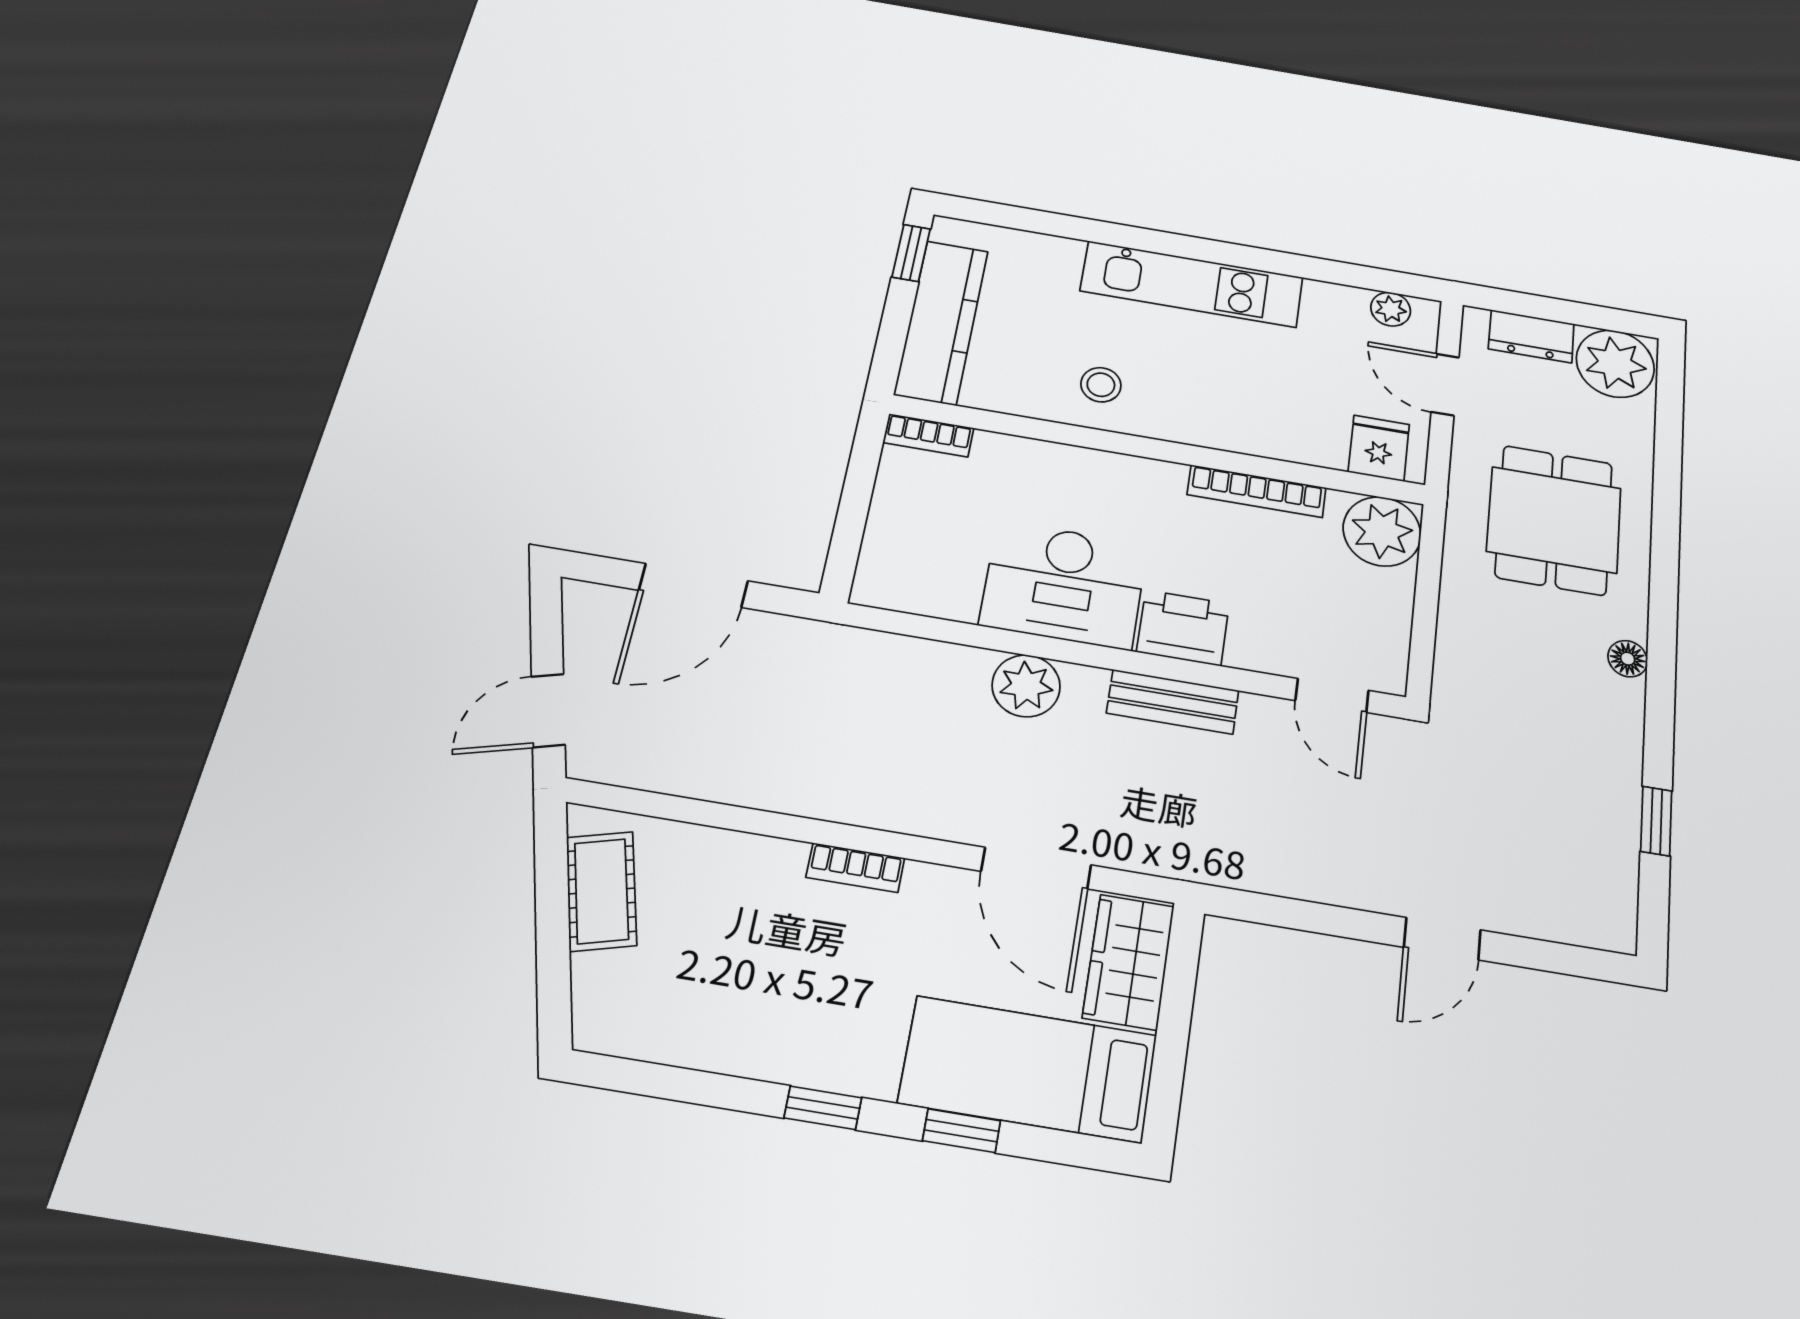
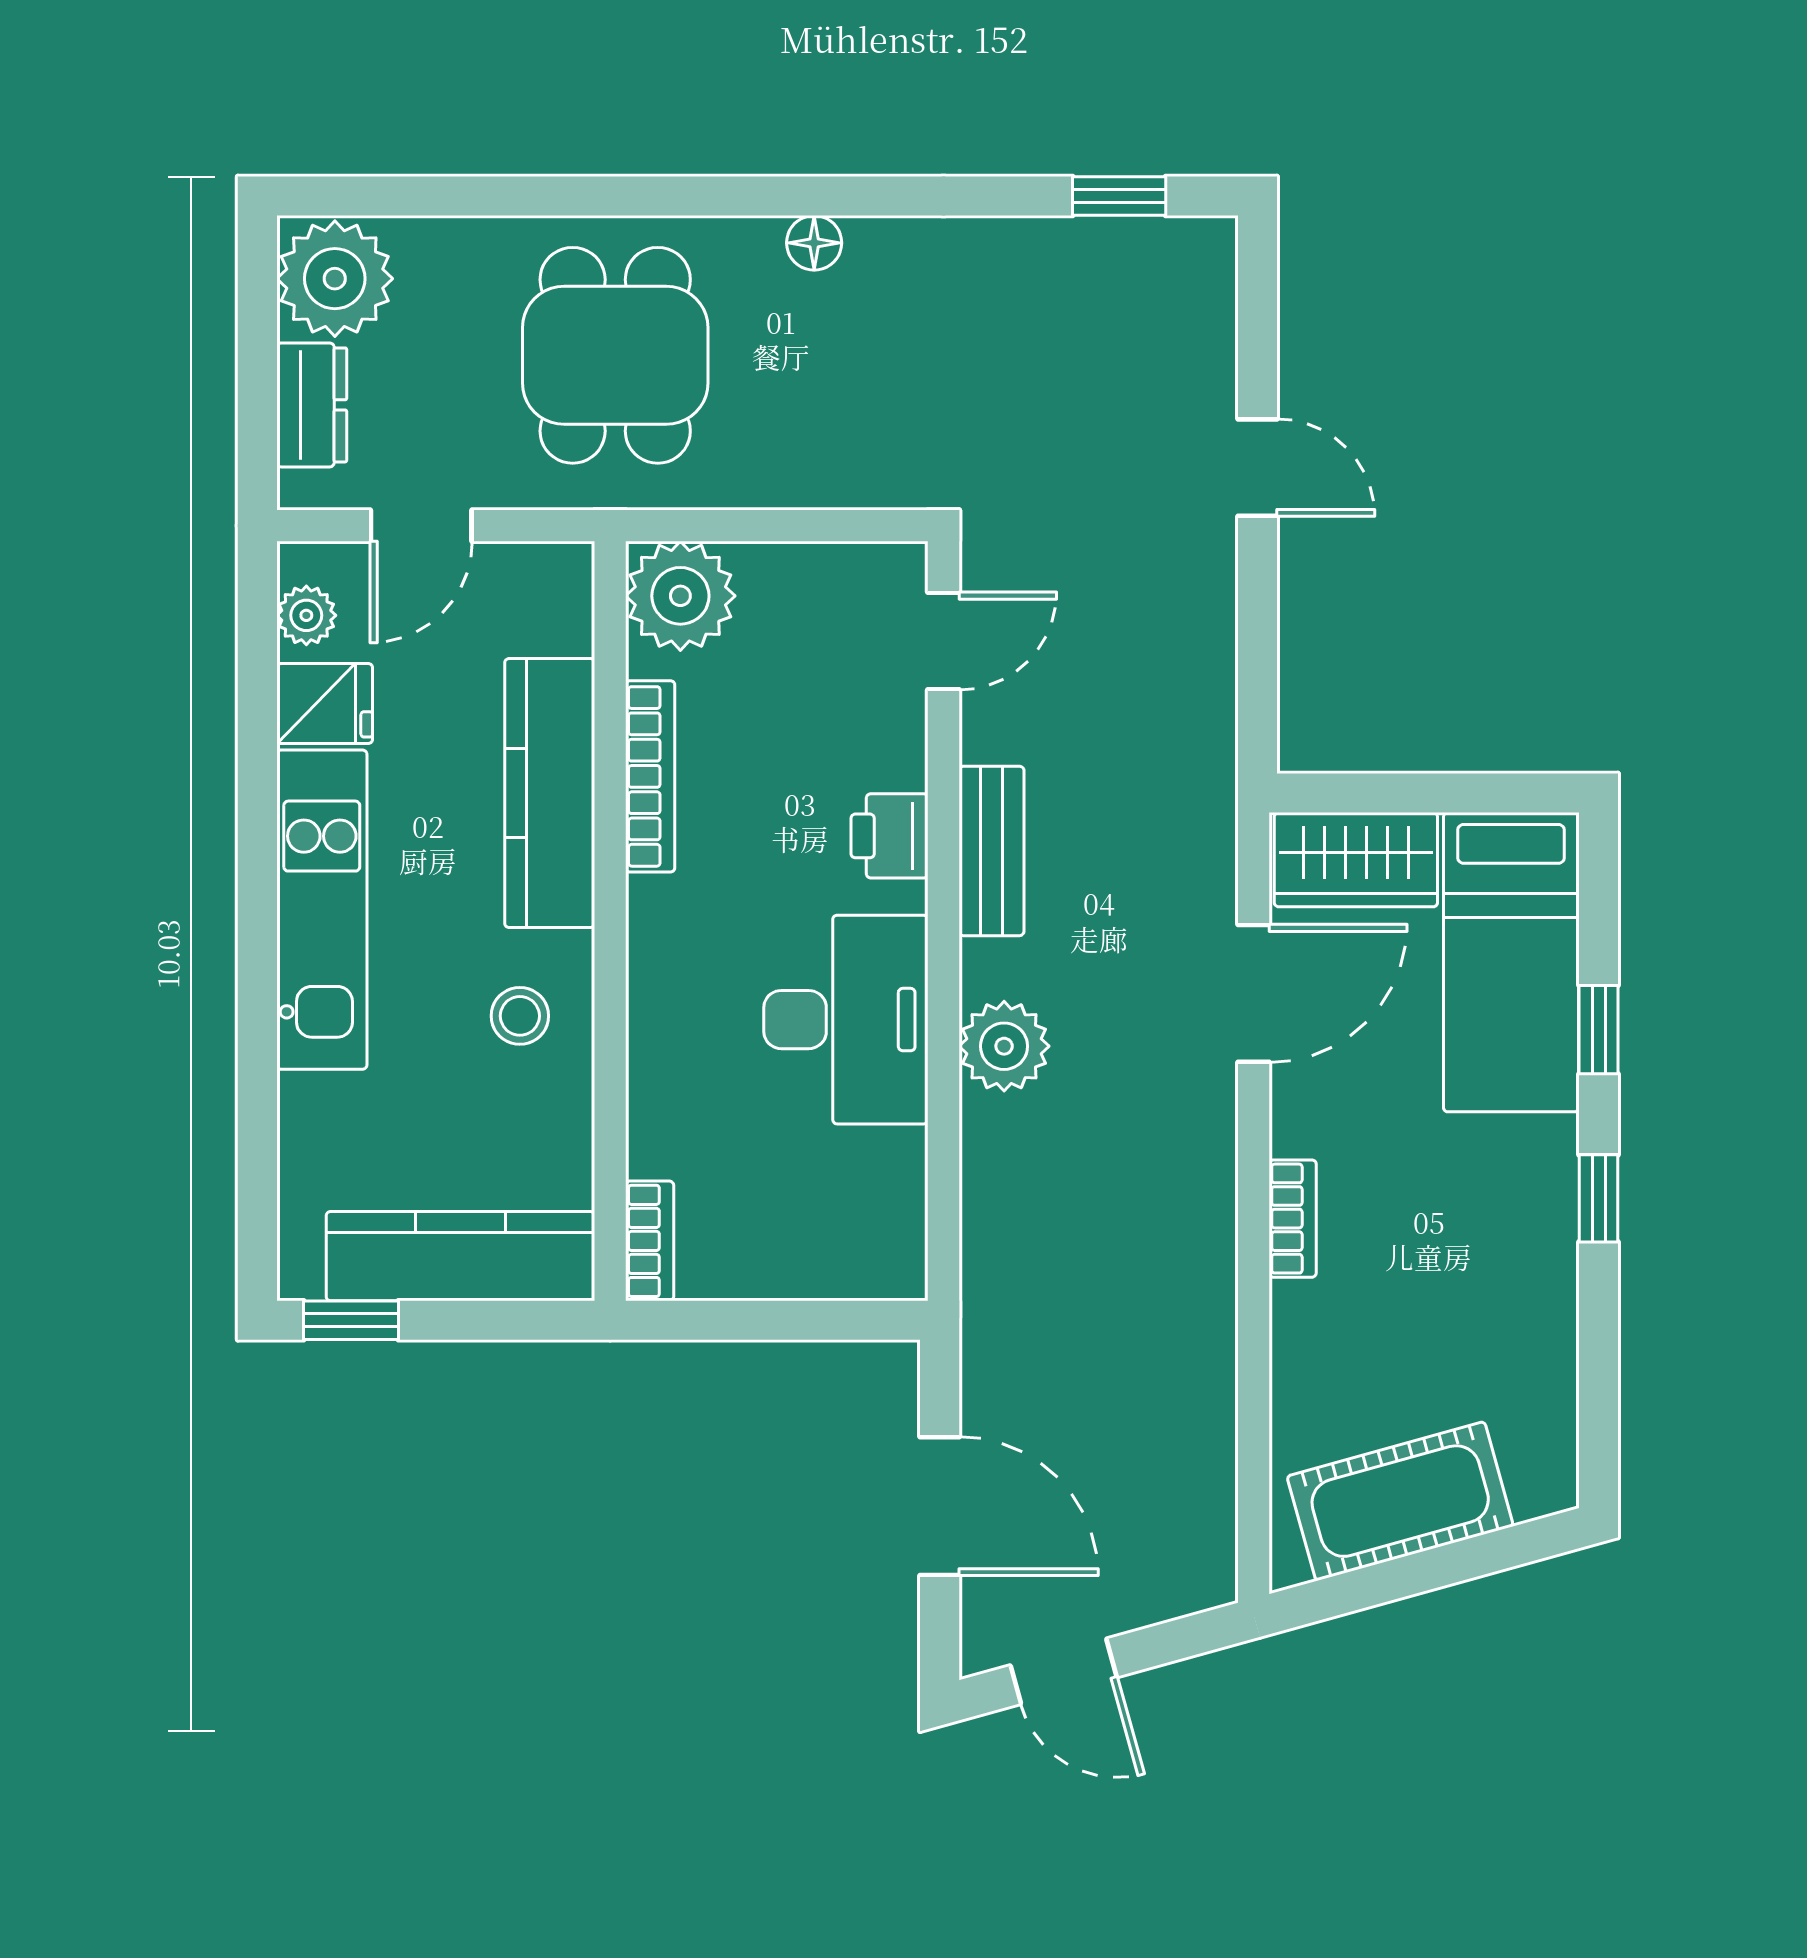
kitchen counter: (1253, 429) -> (550, 793), added
fridge: (1379, 448) -> (325, 704), moved, turned 180
dining table: (1554, 520) -> (615, 355), turned 90
printer: (1183, 628) -> (890, 836), width x0.73, depth x0.81
door: (548, 711) -> (1064, 1671), moved
window: (1656, 821) -> (1119, 196), moved
cot: (601, 891) -> (1400, 1501), width x1.37, depth x1.34

